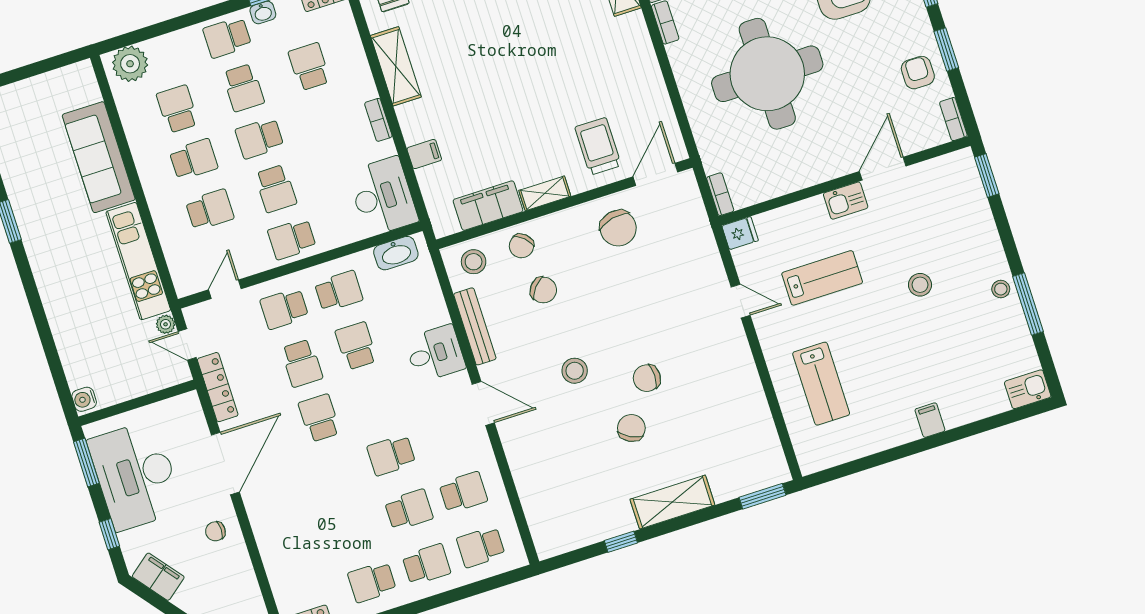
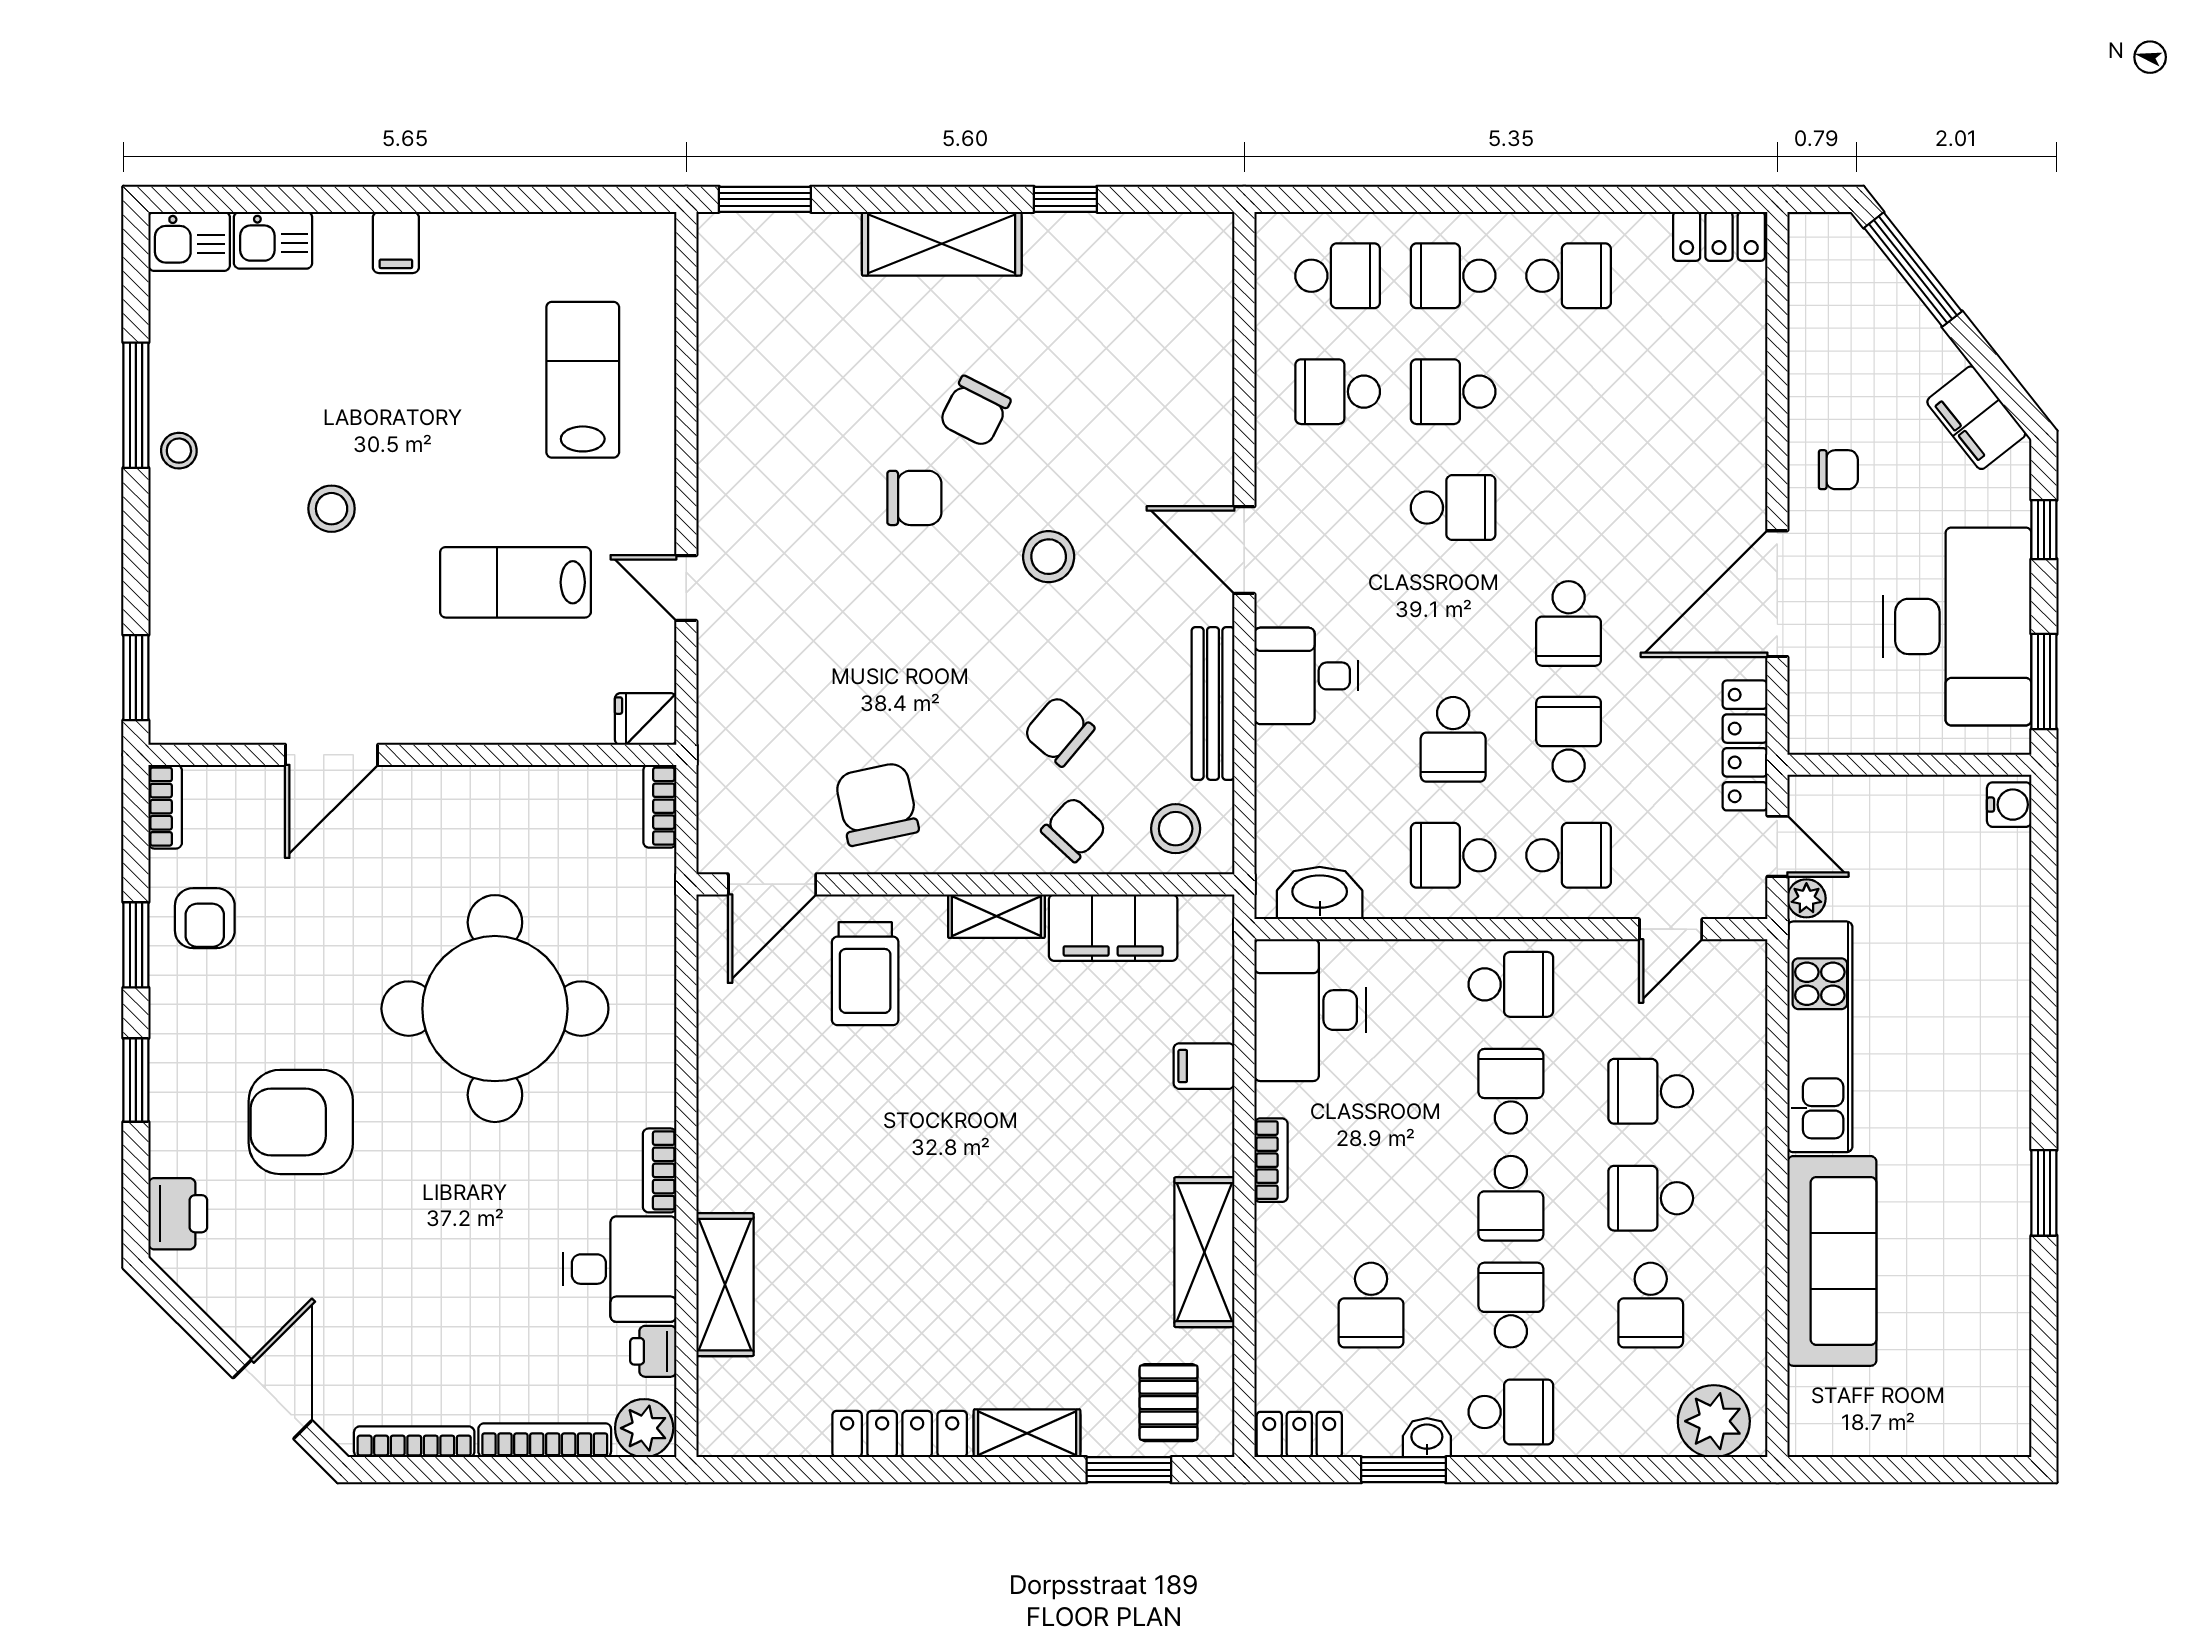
school desk: (260, 138) -> (1511, 1198), turned 90
kitchen sink: (846, 201) -> (273, 240), moved, turned 180

